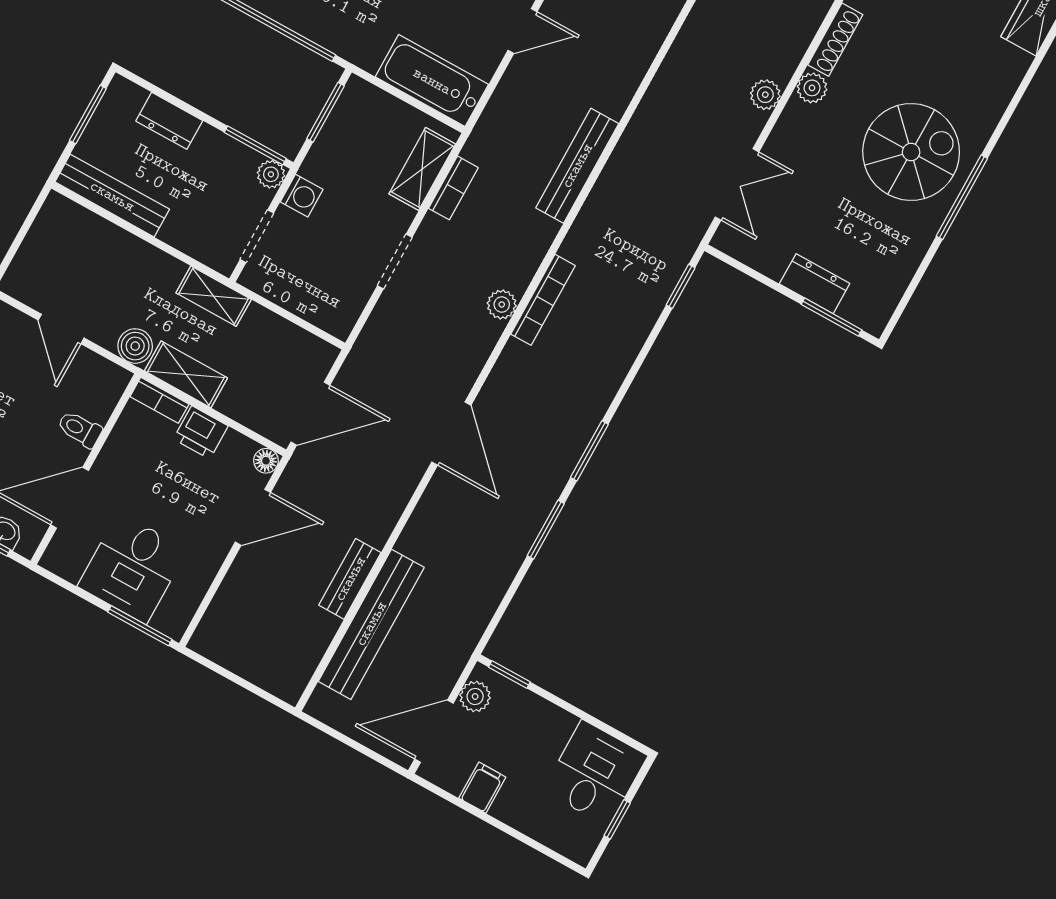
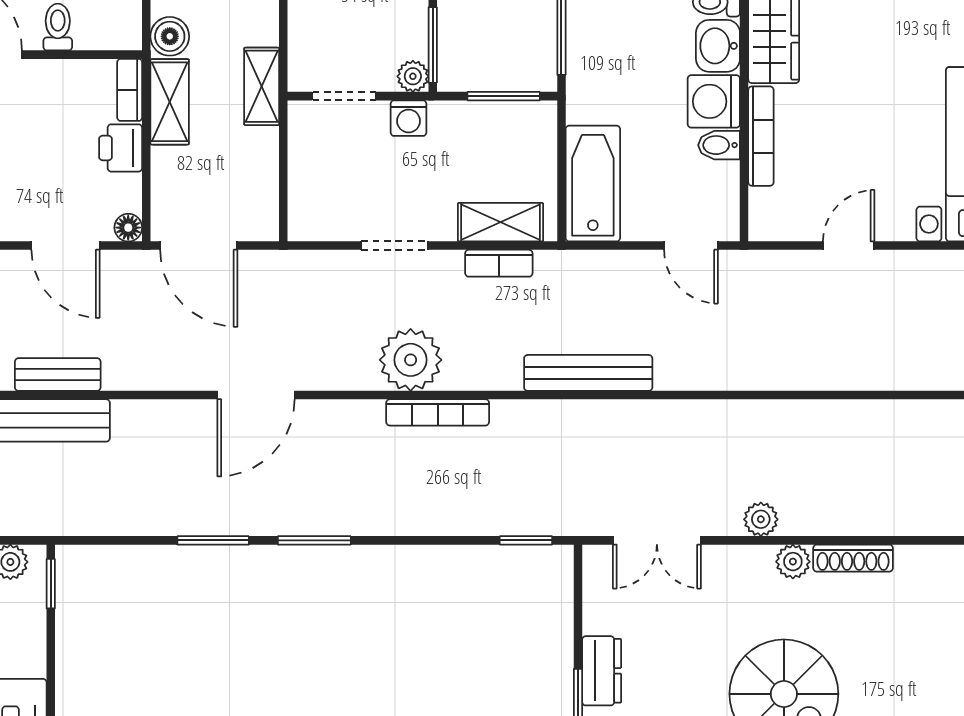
plant: (502, 305) -> (411, 360), width x1.87, depth x1.87

